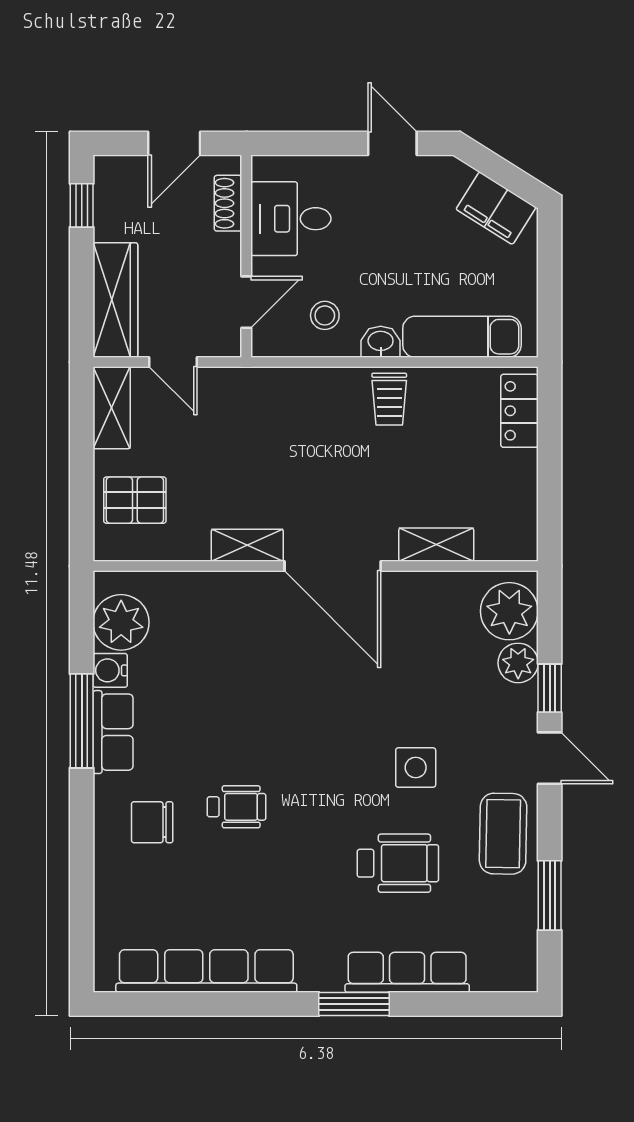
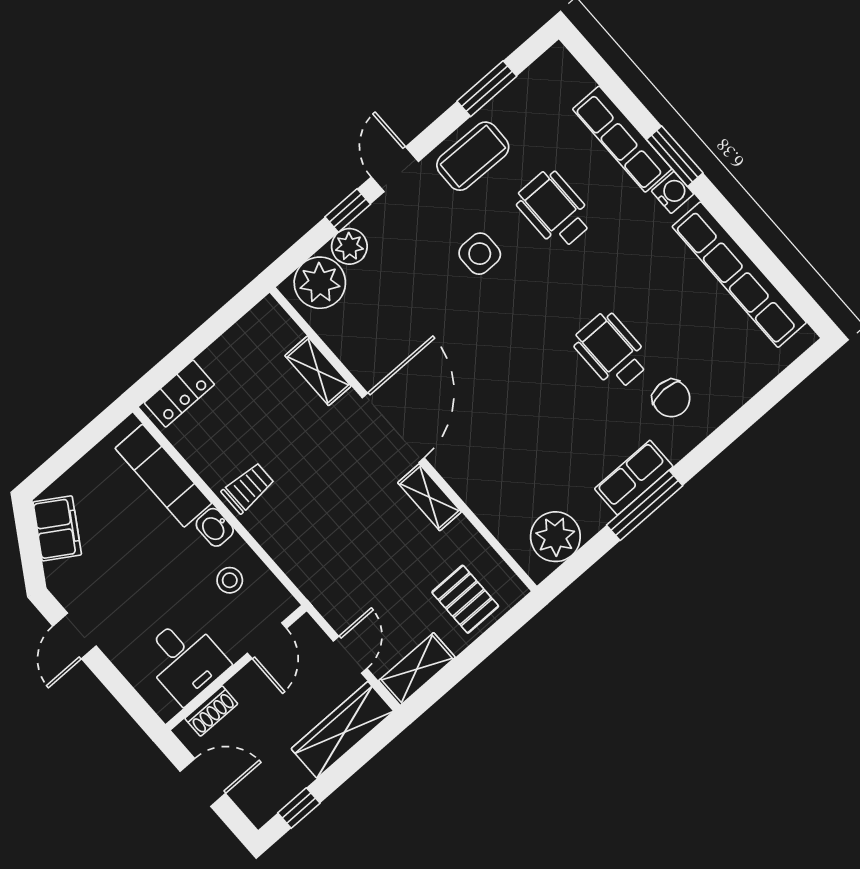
door: (246, 302) -> (267, 641), swing flipped
water cooler: (110, 670) -> (673, 192), moved, turned -90
wheelchair: (236, 807) -> (611, 351), width x1.36, depth x1.37

